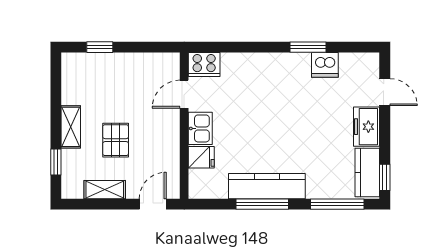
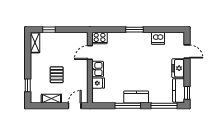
window: (308, 47) -> (134, 30), moved
shelving: (71, 127) -> (35, 43), moved
kitchen counter: (267, 186) -> (136, 97), width x0.67

